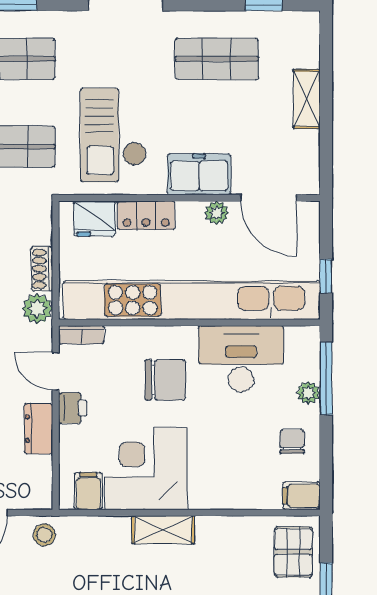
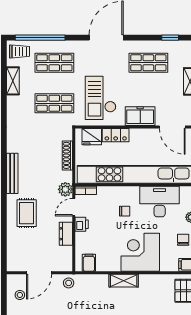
plant: (217, 213) -> (148, 134), removed
shoe rack: (42, 269) -> (67, 155), width x1.43
plant: (37, 309) -> (65, 189), moved
door: (56, 371) -> (74, 207), hinge flipped
chair: (165, 380) -> (125, 211), width x0.54, depth x0.54
corner desk: (146, 468) -> (140, 252), moved

